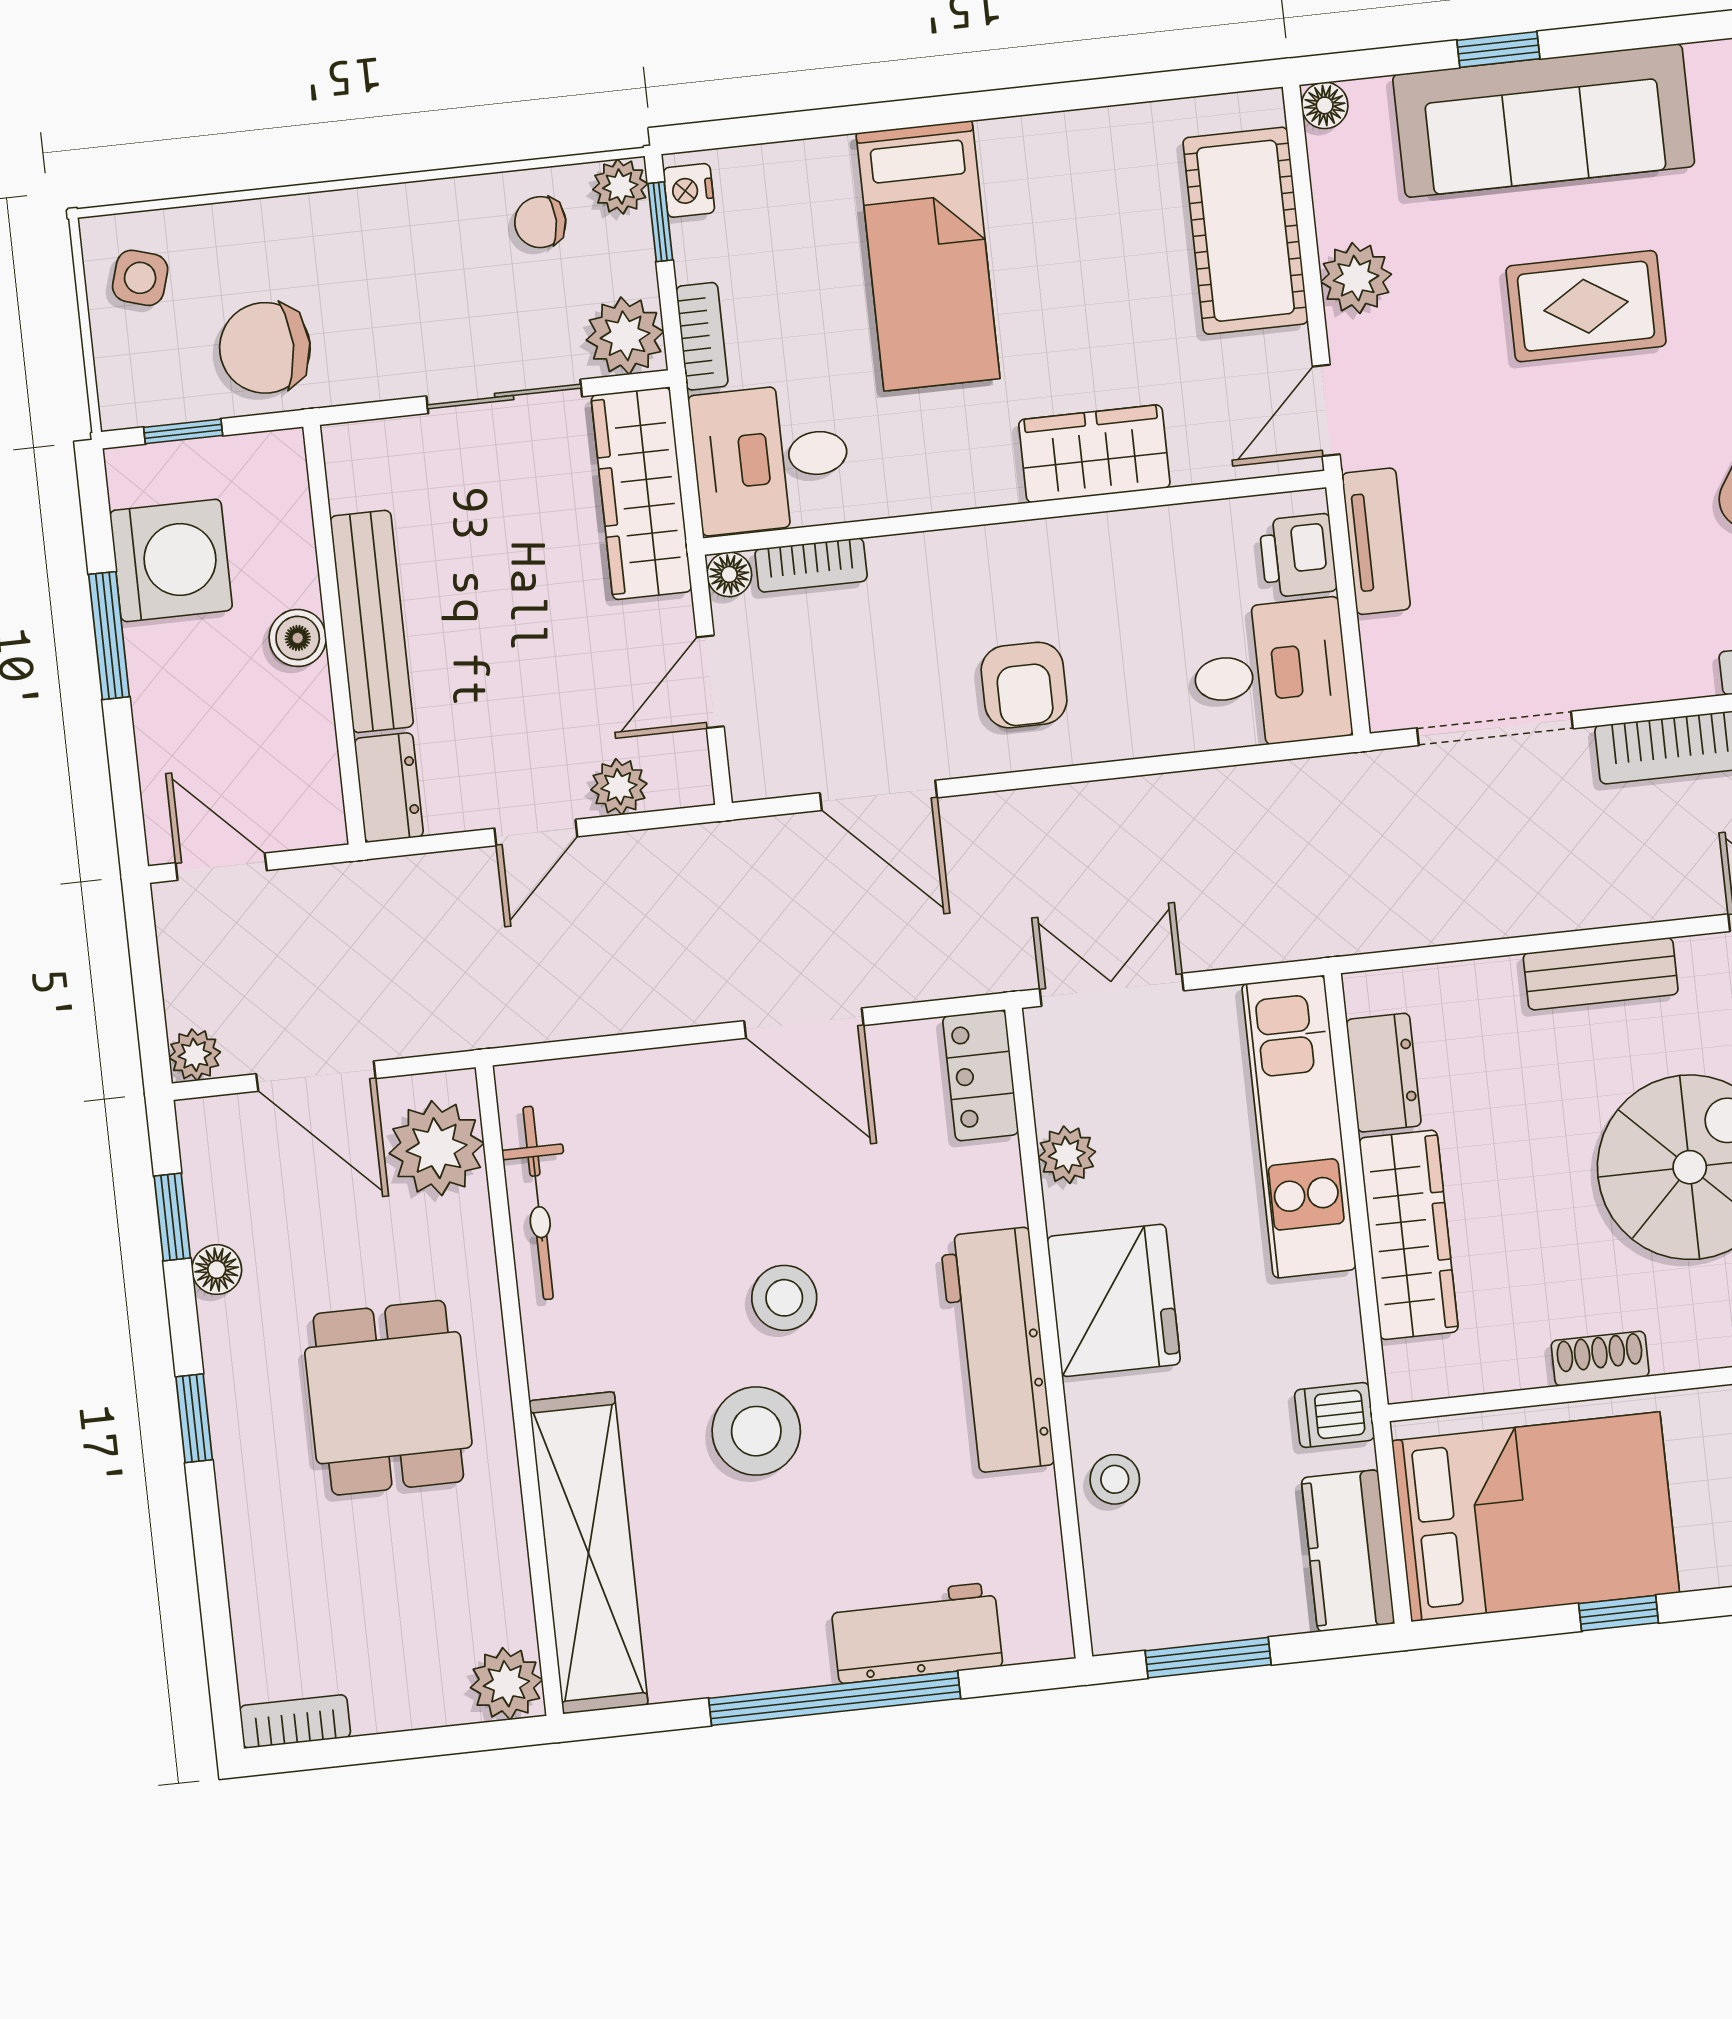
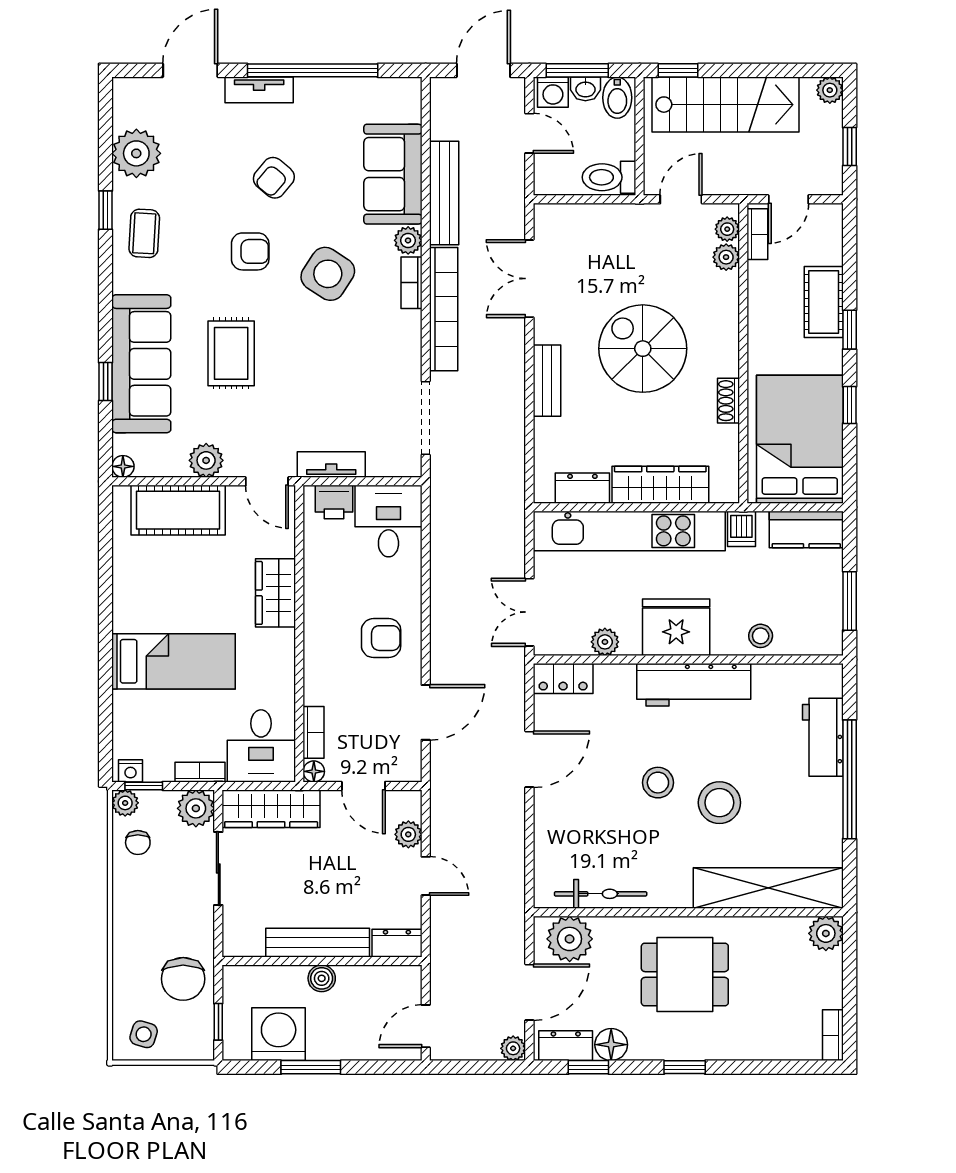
kitchen unit: (1299, 1127) -> (629, 531), width x1.36
dresser: (212, 1164) -> (566, 1046), added
floor lamp: (217, 1270) -> (611, 1045), width x1.37, depth x1.37

